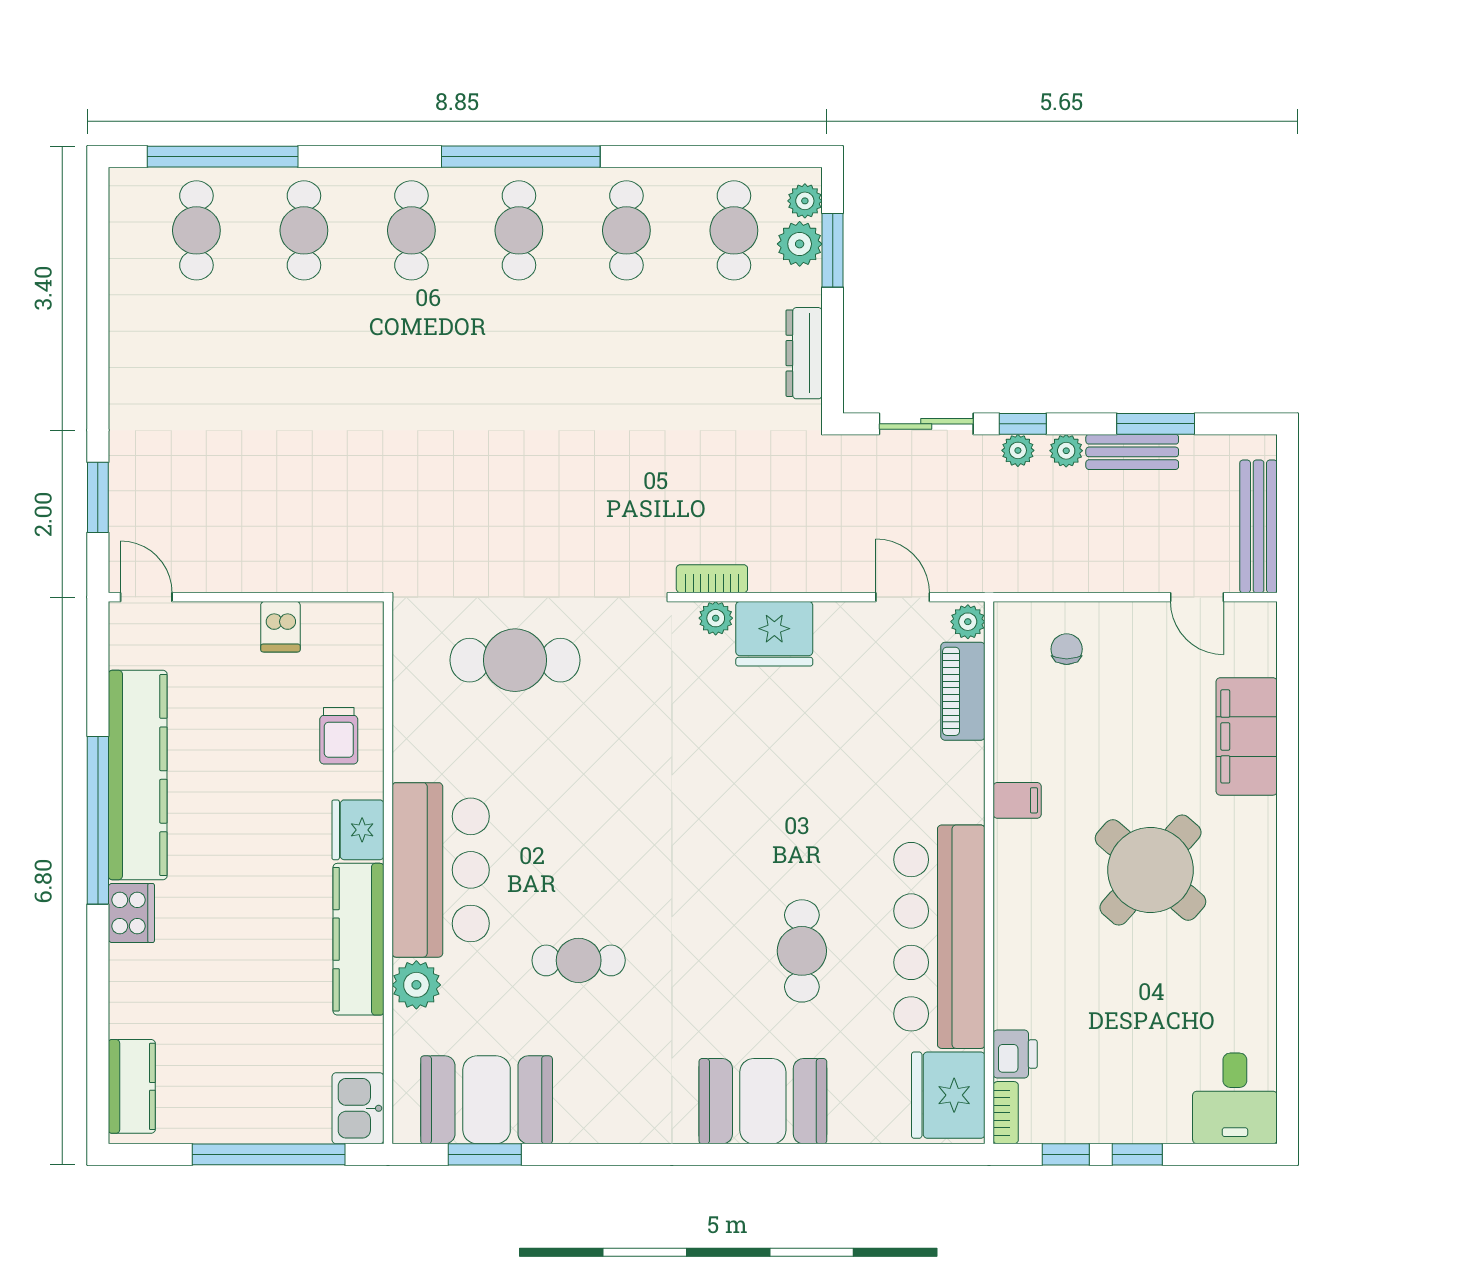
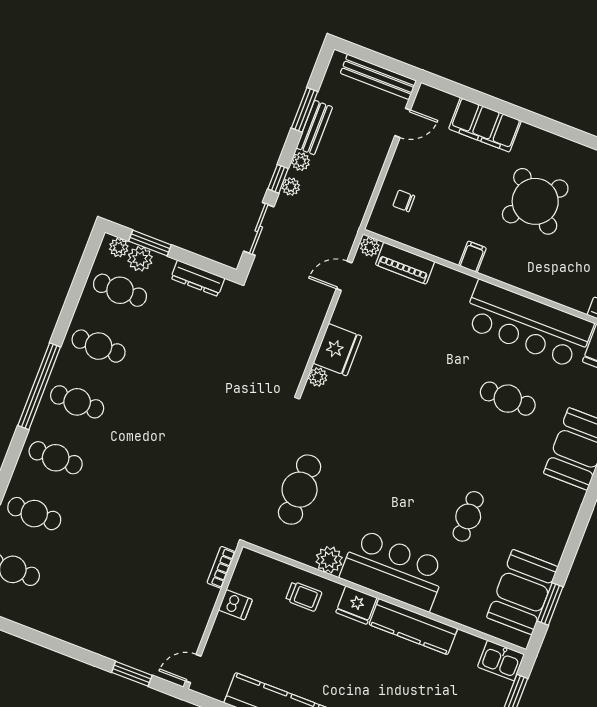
bookcase: (712, 579) -> (221, 567), moved
plant: (416, 985) -> (329, 560), moved

